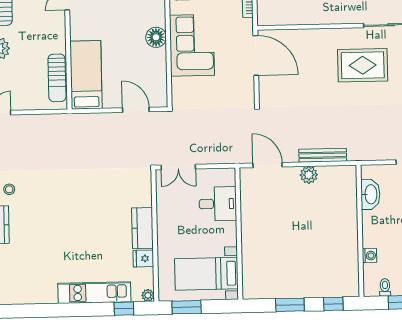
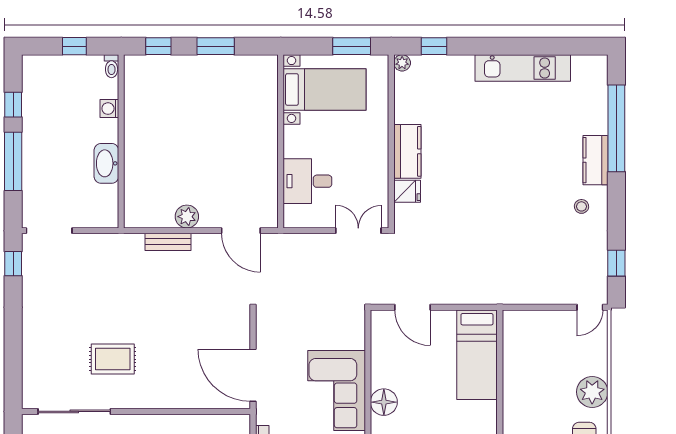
rug: (363, 65) -> (113, 359), width x0.73, depth x0.70
sun lounger: (57, 78) -> (515, 352), removed
bench: (323, 155) -> (168, 242), width x0.73
washbasin: (370, 194) -> (106, 163), moved
fridge: (143, 258) -> (407, 191), moved
toilet: (385, 287) -> (112, 66), moved
kitchen unit: (94, 293) -> (523, 68), moved

